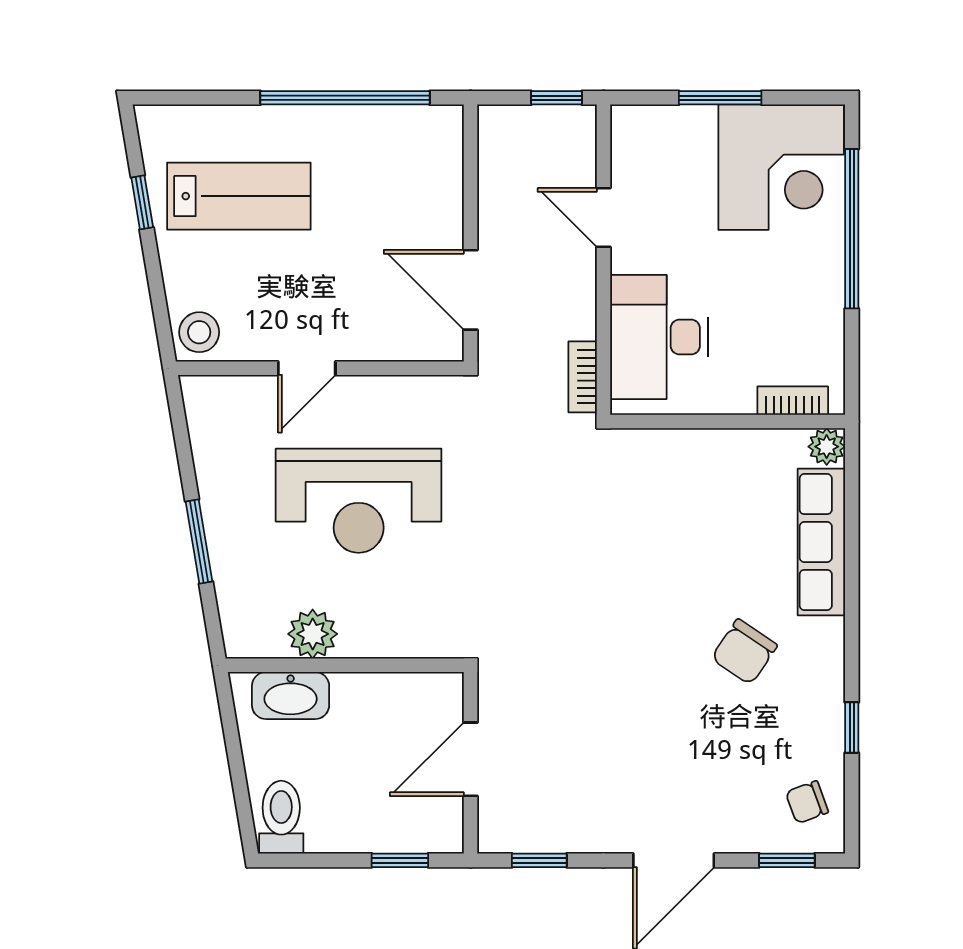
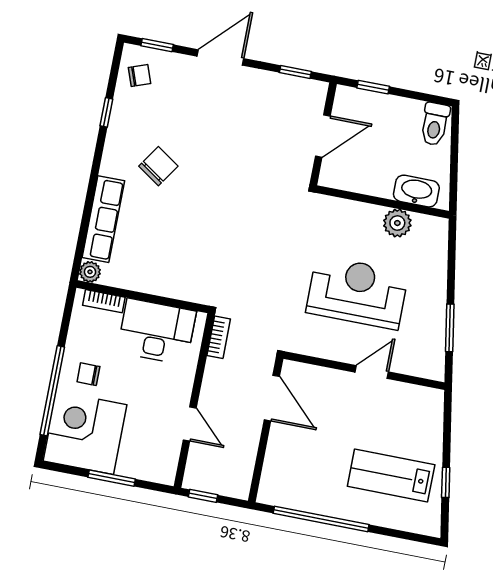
chair: (795, 269) -> (88, 374), added
stool: (199, 332) -> (428, 404), removed
desk: (659, 337) -> (157, 331), moved, turned -90
window: (199, 541) -> (450, 328), moved

